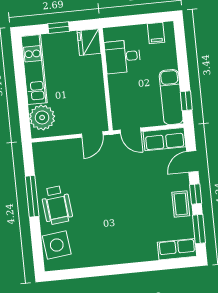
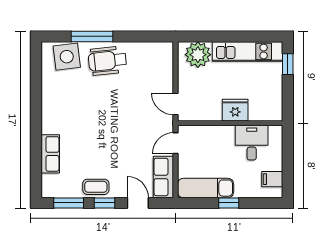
window: (59, 28) -> (288, 64), moved
fridge: (89, 42) -> (235, 110), moved
window: (186, 101) -> (229, 203), moved
window: (32, 196) -> (92, 36), moved
row of seats: (177, 249) -> (50, 154), moved

